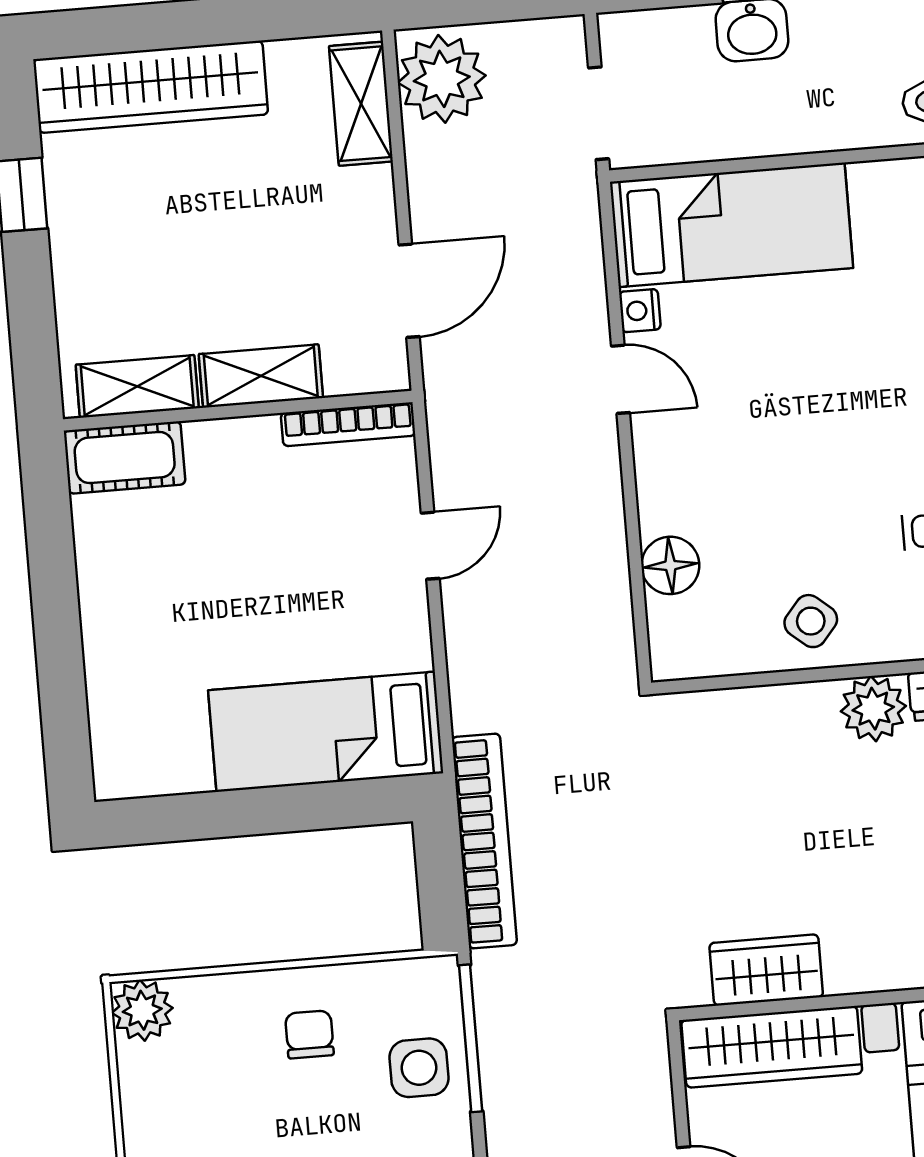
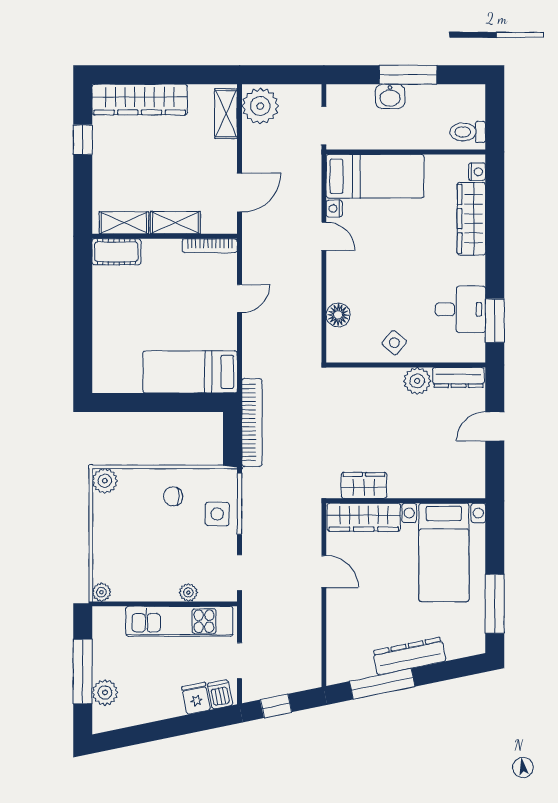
chair: (309, 1034) -> (173, 496), turned -90

